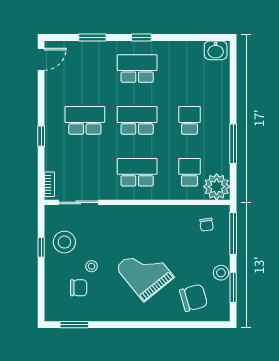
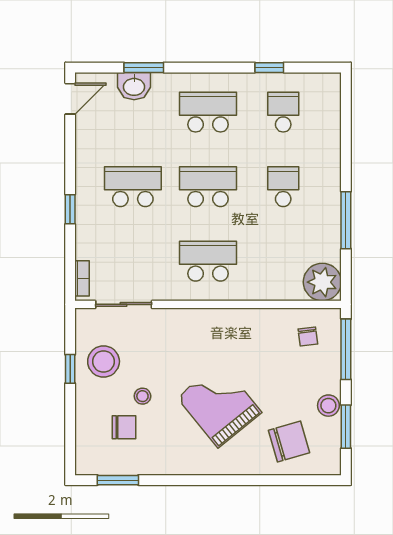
window: (141, 38) -> (269, 68), moved
washbasin: (216, 50) -> (134, 86), moved
school desk: (189, 172) -> (283, 112), moved

